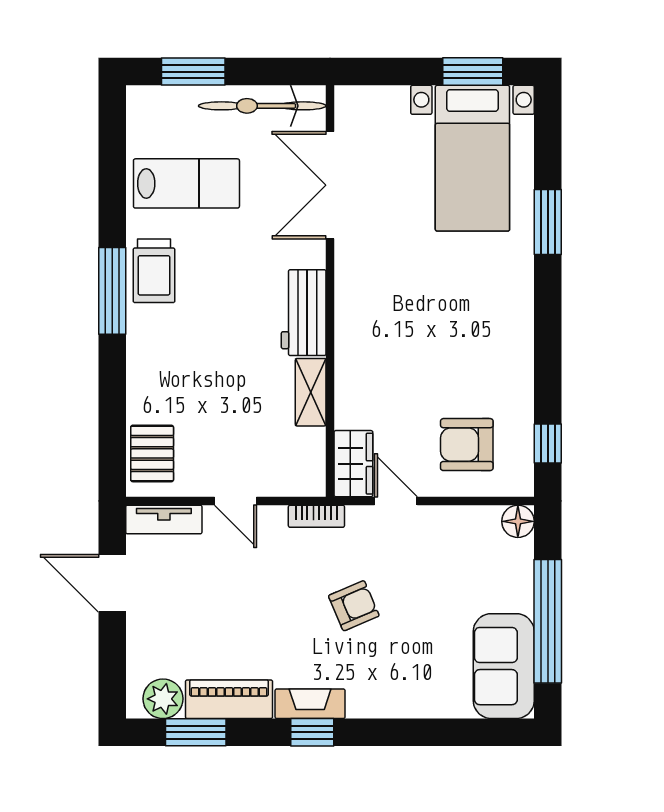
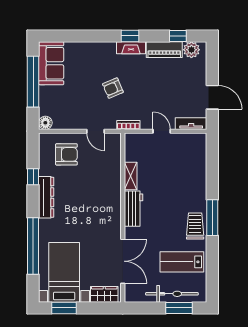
bicycle: (262, 106) -> (172, 294), moved
window: (548, 222) -> (33, 246), width x2.11
dresser: (516, 340) -> (46, 197), added
window: (548, 444) -> (33, 177), moved
pallet: (152, 453) -> (196, 151), removed
wardrobe: (353, 464) -> (104, 294), moved, turned 90
window: (196, 732) -> (178, 36), width x0.67

